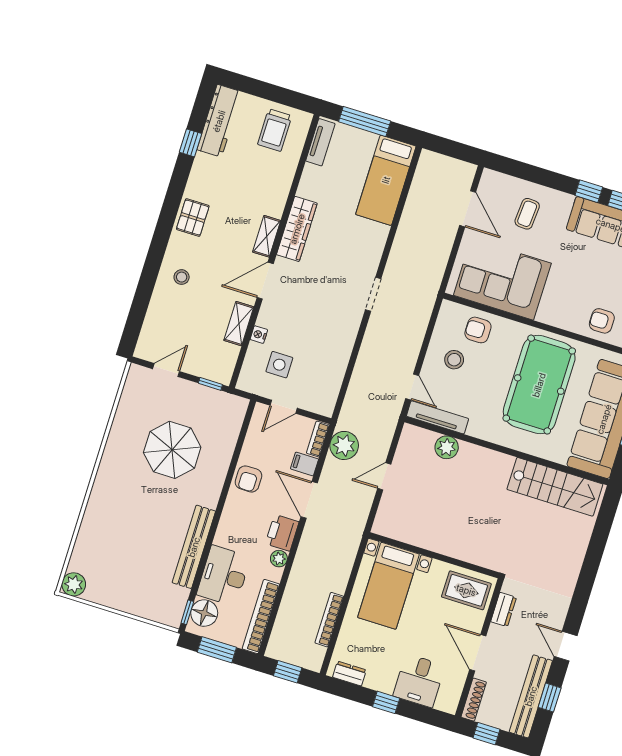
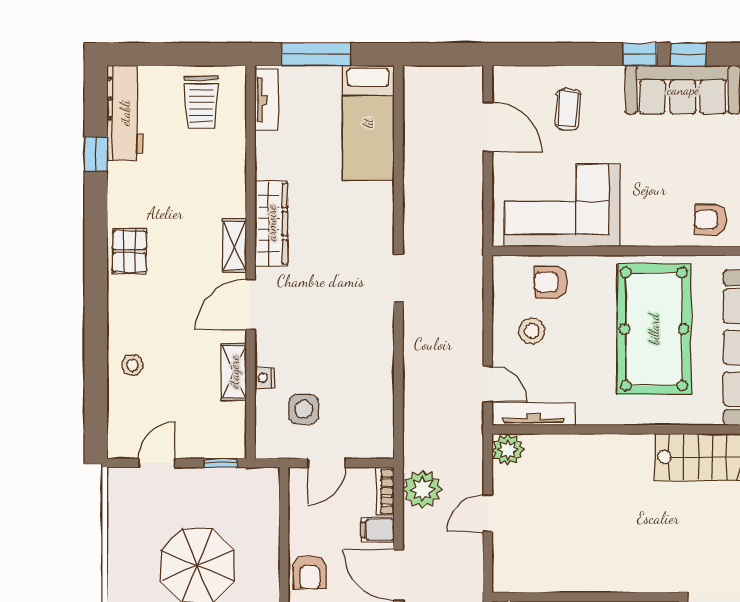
stool: (182, 277) -> (132, 365), moved
plant: (447, 447) -> (508, 450), moved

